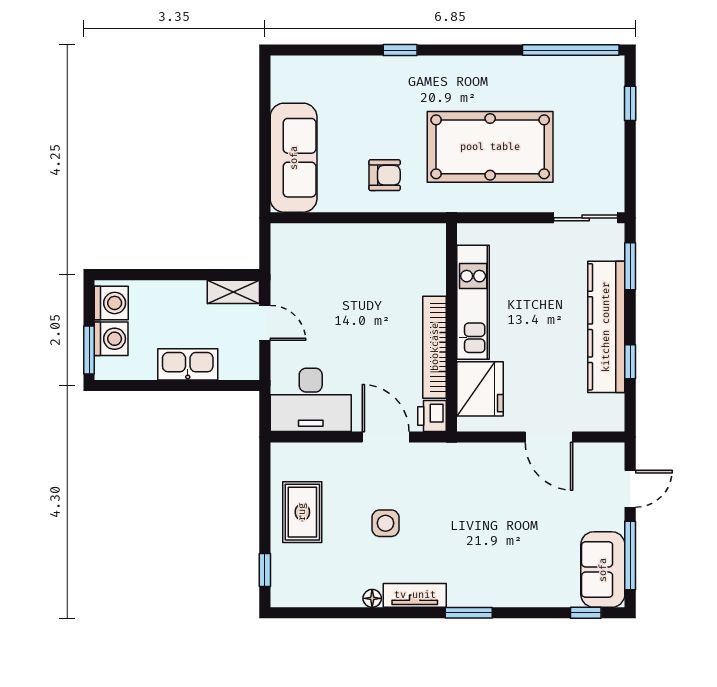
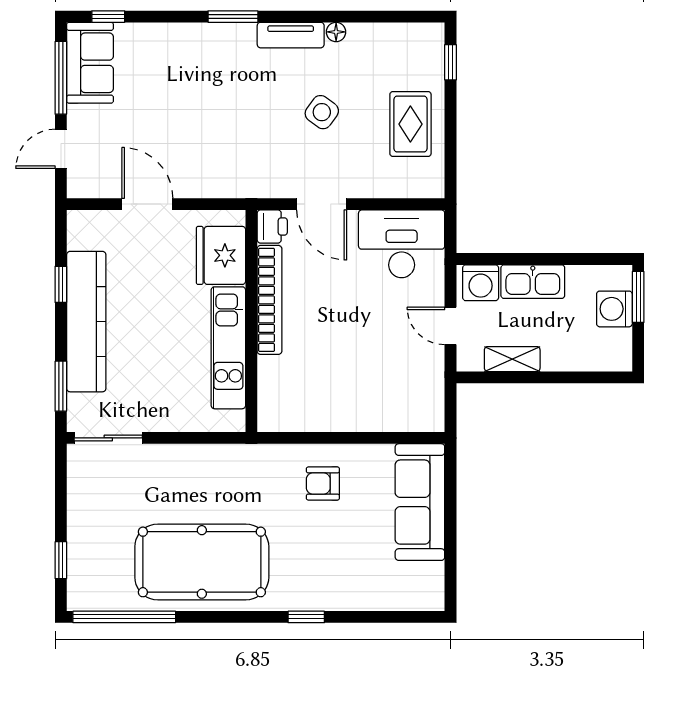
pool table: (490, 147) -> (202, 562), moved
shelving: (233, 292) -> (512, 359), moved
washing machine: (111, 303) -> (481, 283), moved, turned -90
side table: (385, 523) -> (322, 112), turned 36

